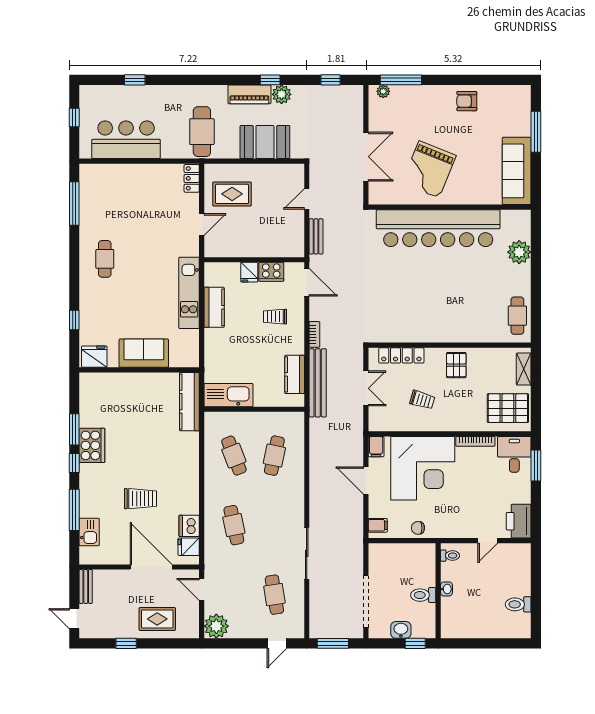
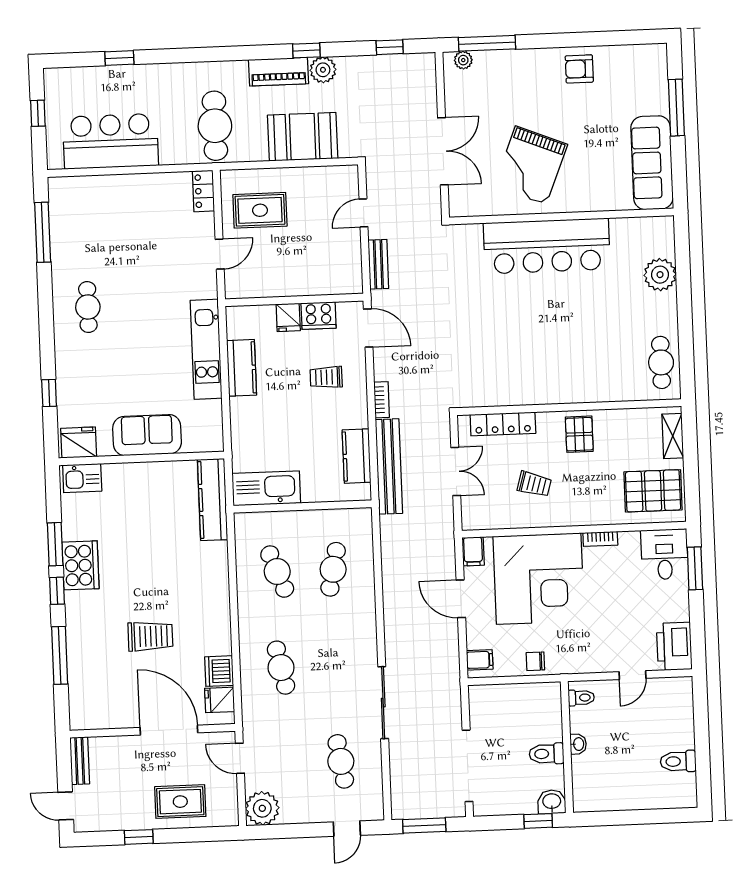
bar counter: (438, 228) -> (547, 246), width x0.73
bookcase: (475, 441) -> (600, 539), width x0.64
kitchen sink: (89, 532) -> (82, 478), moved, turned 90
washbasin: (401, 630) -> (552, 802), moved

